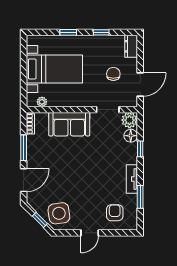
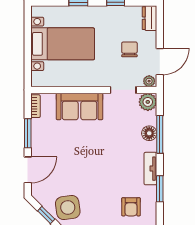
plant: (42, 102) -> (149, 81), moved
floor lamp: (131, 136) -> (149, 133), moved
window: (140, 149) -> (160, 134), width x2.17
armchair: (115, 213) -> (131, 207), turned 180

